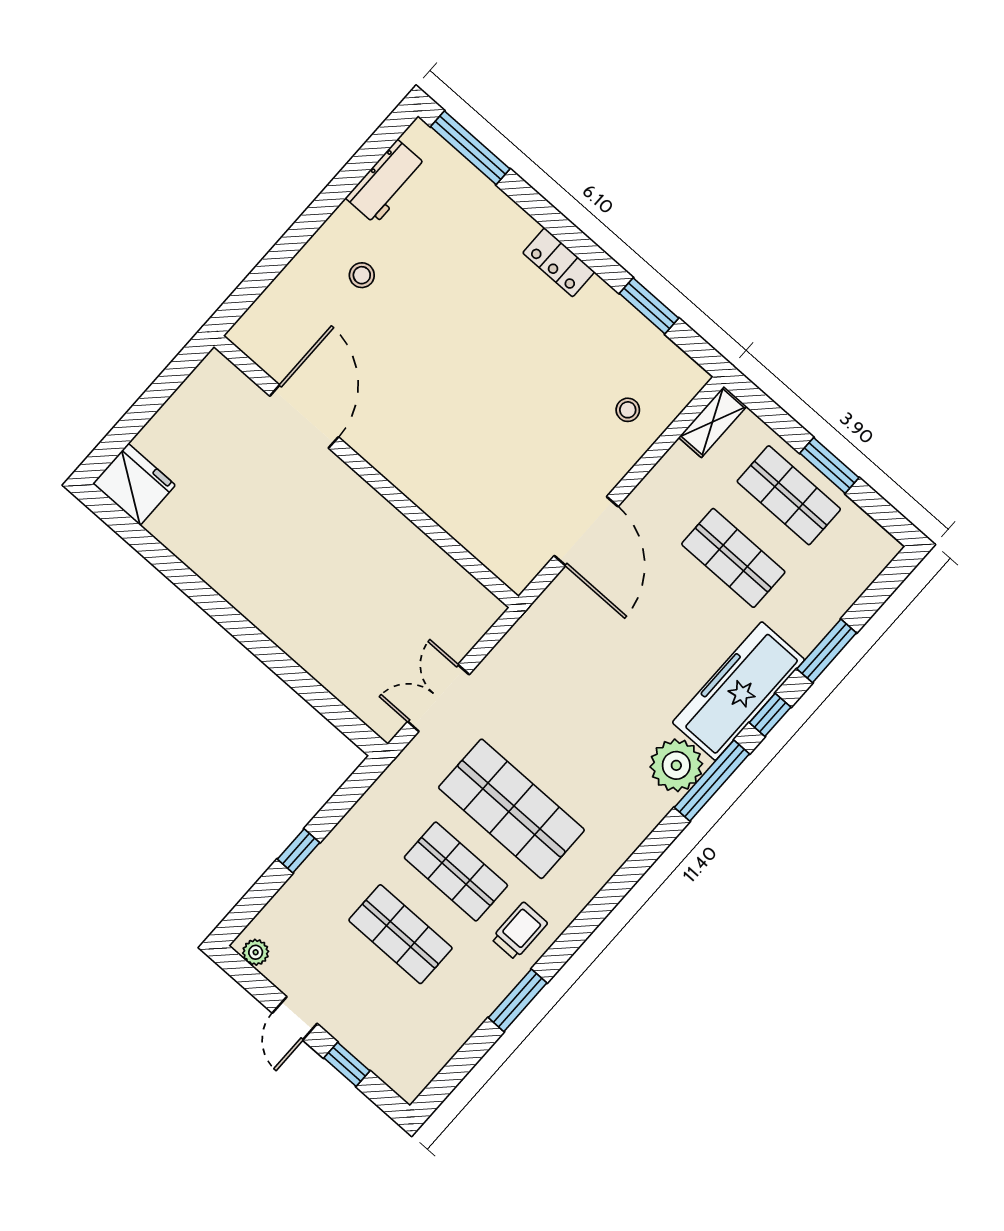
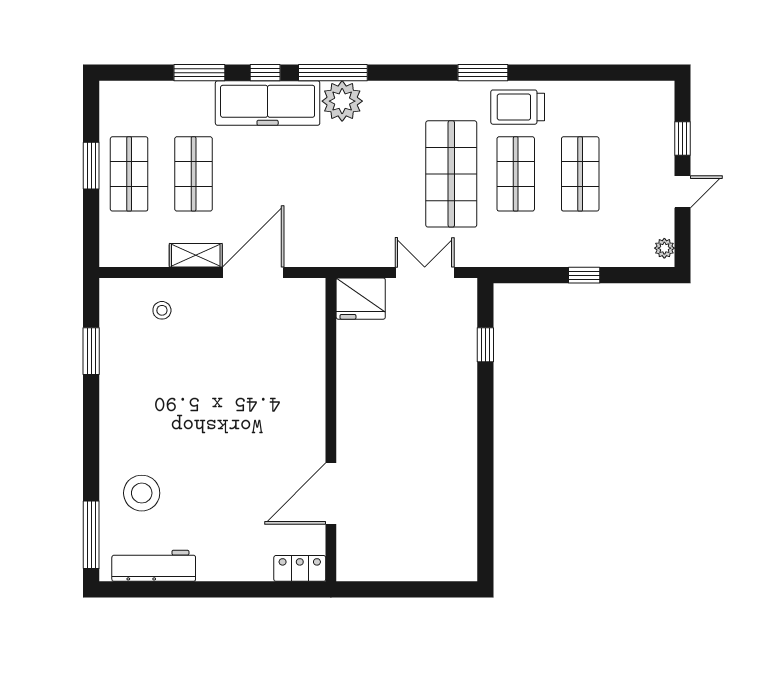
workbench: (386, 182) -> (154, 566), width x1.38
locker: (559, 262) -> (300, 568), moved, turned -90
stool: (362, 275) -> (142, 493), moved, width x1.89, depth x1.89
shelving: (713, 422) -> (196, 255), moved
fridge: (134, 484) -> (361, 299), moved, turned -90
window: (316, 695) -> (485, 345), added
double door: (438, 698) -> (425, 272), swing flipped
trolley: (519, 931) -> (518, 107), width x1.36, depth x1.39
window: (518, 1000) -> (483, 73), moved

